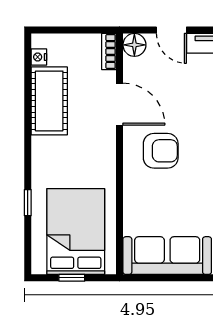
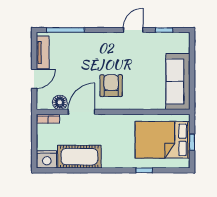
floor lamp: (134, 45) -> (60, 102), moved
nightstand: (39, 57) -> (47, 159), width x1.89, depth x1.79

